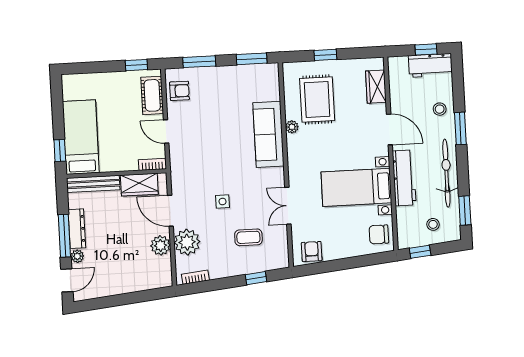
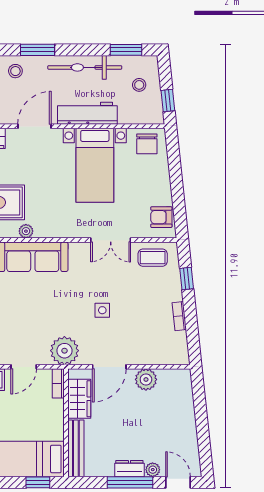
dresser: (77, 229) -> (129, 469), width x0.70
coffee table: (248, 237) -> (153, 258), moved, turned 90
plant: (187, 242) -> (64, 351), moved
bookcase: (195, 277) -> (179, 316), moved

